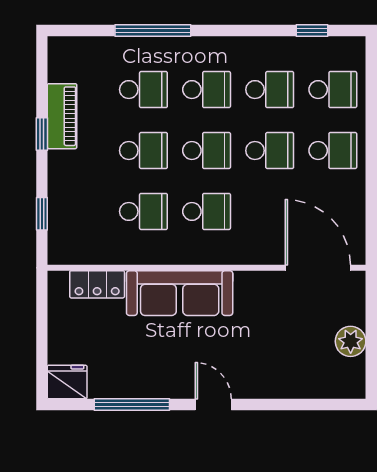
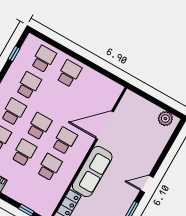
school desk: (270, 151) -> (54, 100), removed
door: (318, 268) -> (105, 125), moved
plant: (351, 341) -> (165, 119), moved

